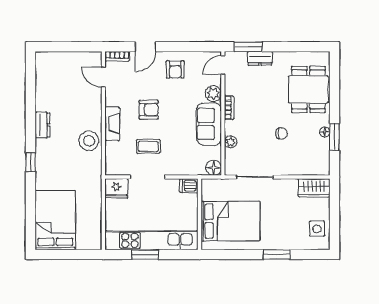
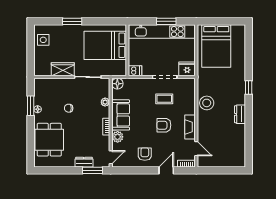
fireplace: (112, 124) -> (190, 127), moved
wardrobe: (314, 188) -> (63, 69), moved
bed: (55, 220) -> (216, 46), moved

